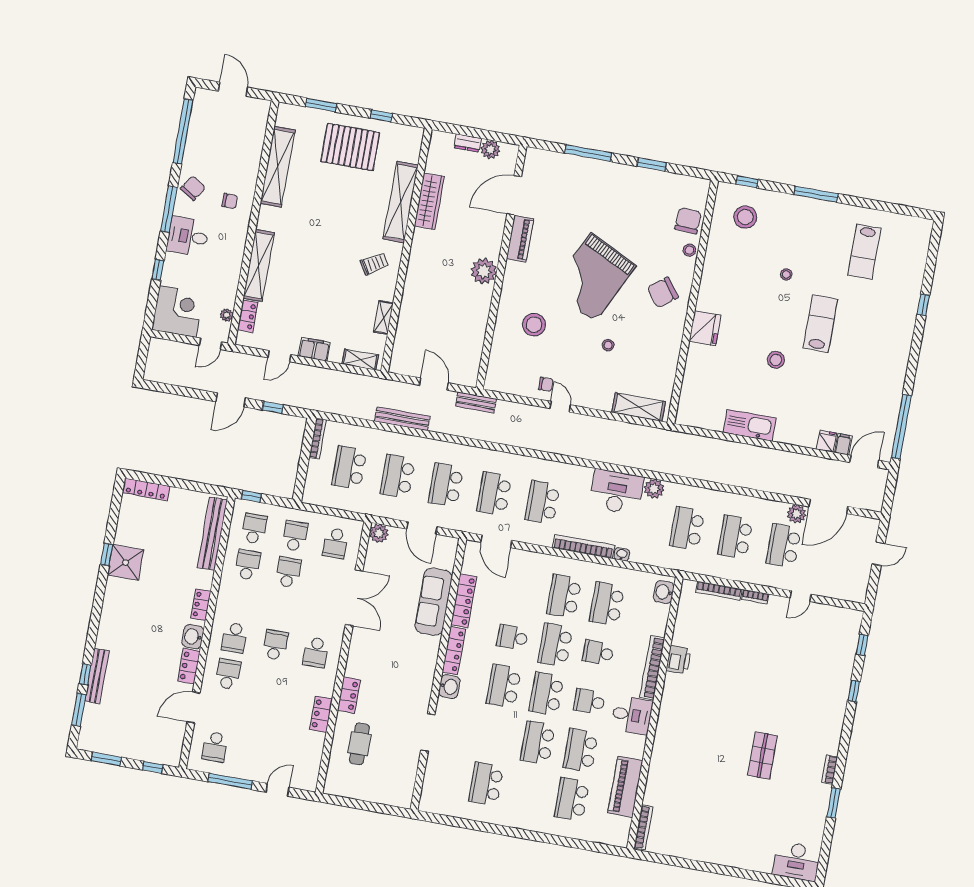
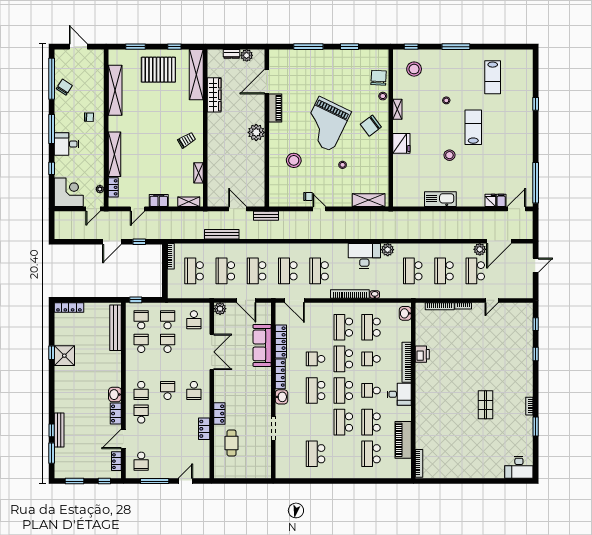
chair: (193, 188) -> (64, 87), moved
shelving: (401, 202) -> (196, 75), moved
shelving: (708, 275) -> (397, 109), added
locker: (201, 605) -> (116, 461), moved

